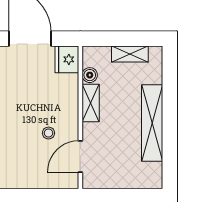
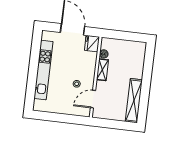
shelving: (130, 54) -> (128, 45), removed
shelving: (152, 123) -> (134, 101), moved

